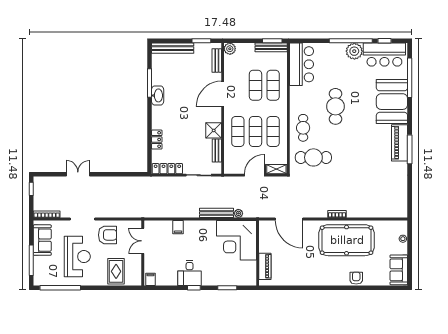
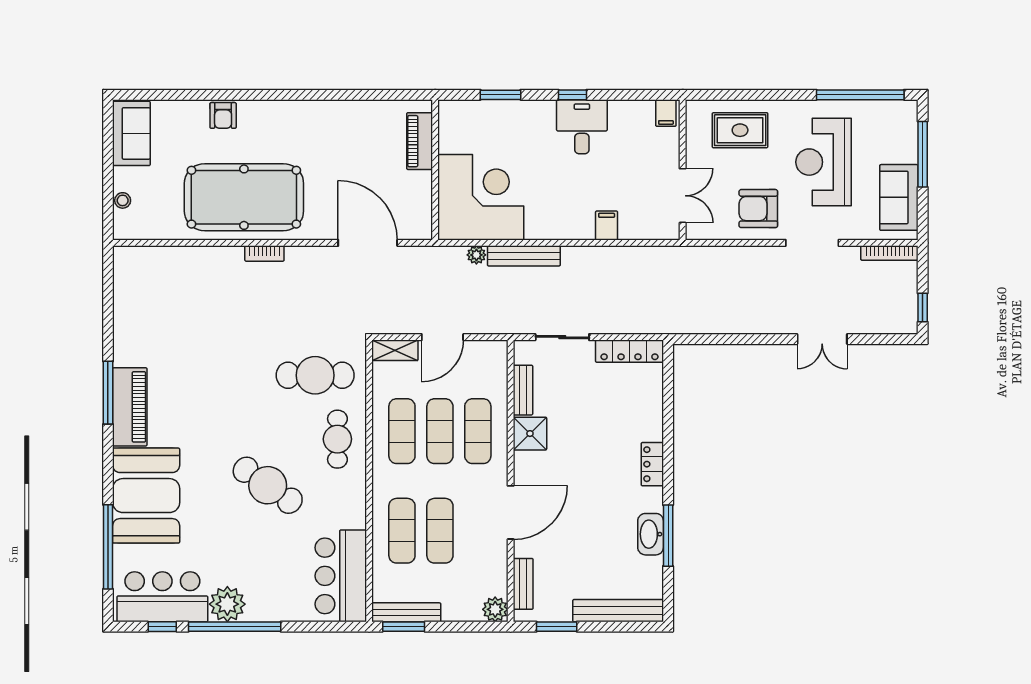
washbasin: (158, 95) -> (651, 534), moved
cafe table: (335, 106) -> (268, 485), turned -55
locker: (157, 140) -> (652, 464), moved
rug: (116, 271) -> (740, 130), turned 90

